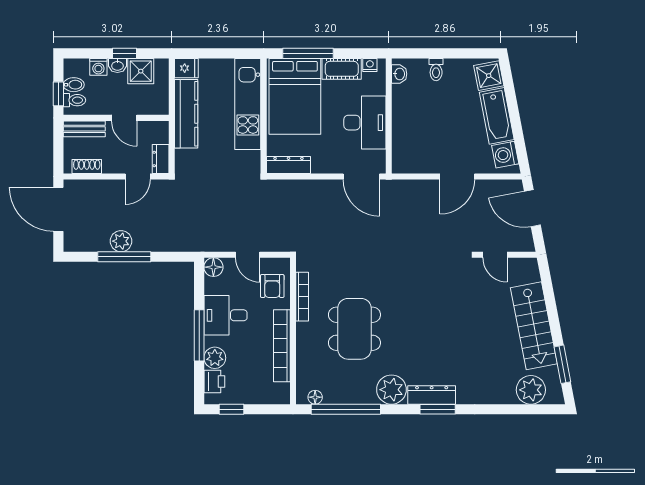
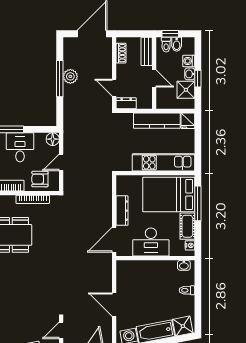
door: (124, 118) -> (154, 78), swing flipped
dresser: (288, 165) -> (122, 211), moved

